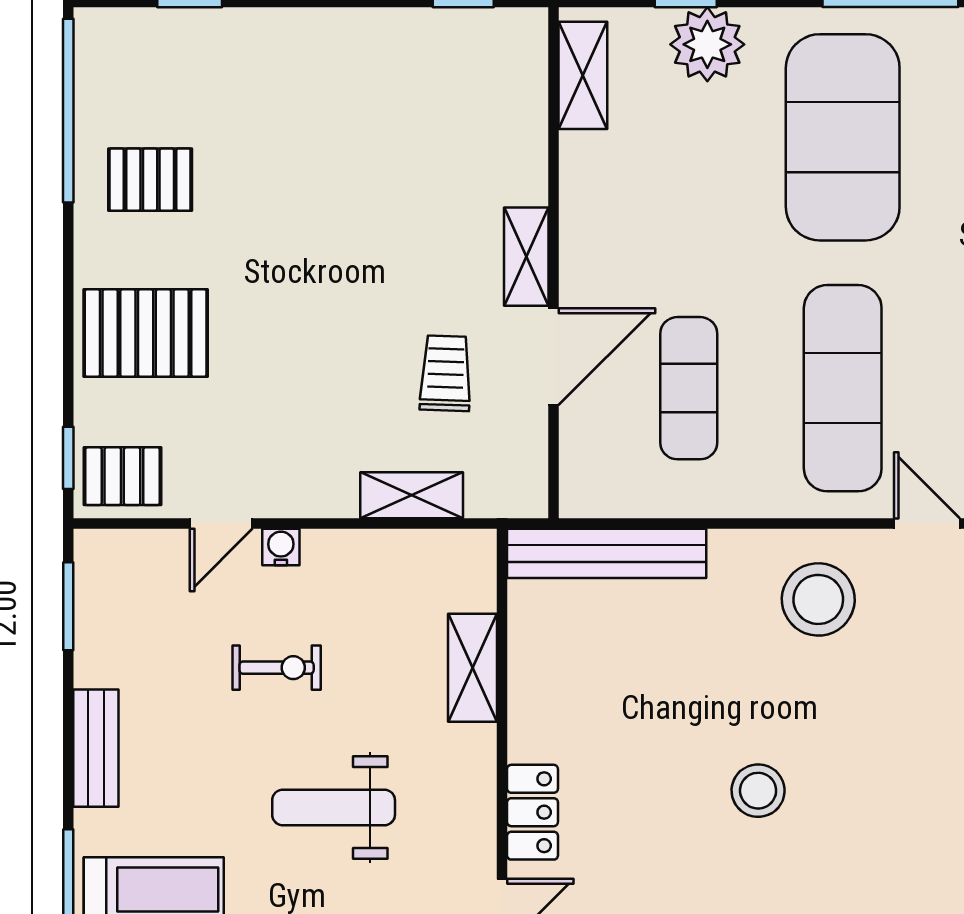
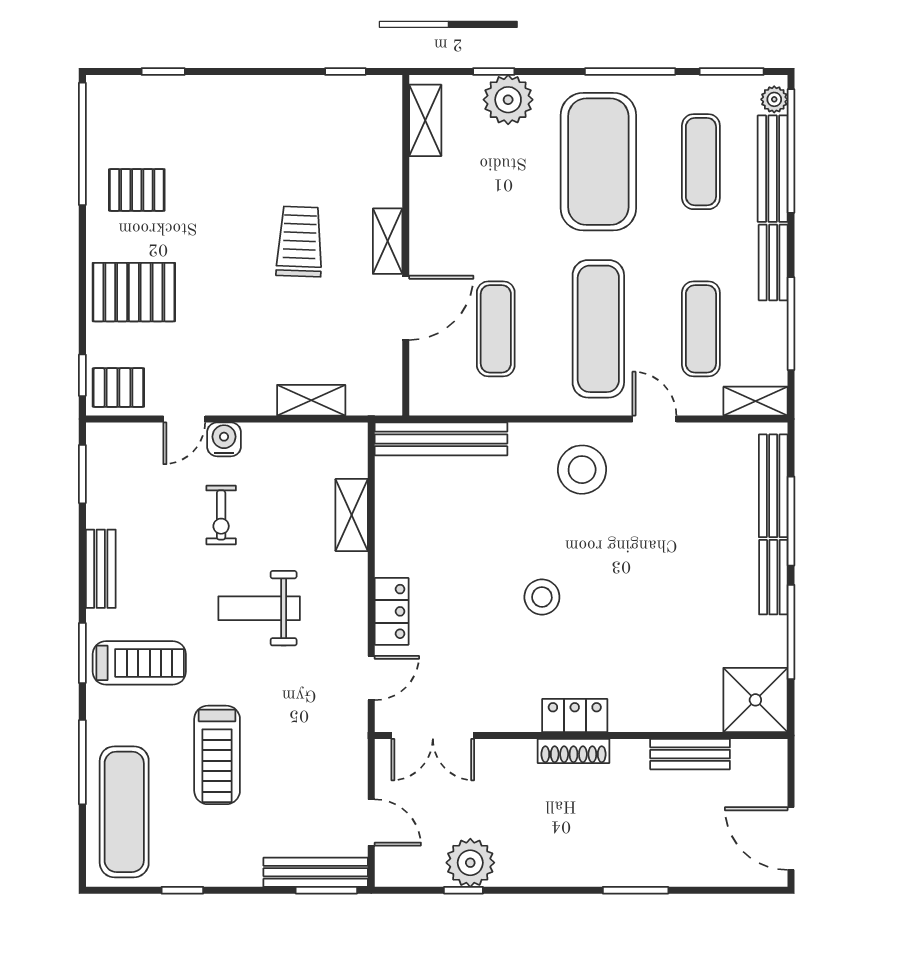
trolley: (446, 373) -> (300, 242), moved, width x1.36, depth x1.39
water cooler: (281, 547) -> (224, 439), width x1.38, depth x1.38
exercise bike: (277, 668) -> (221, 515), turned 90

